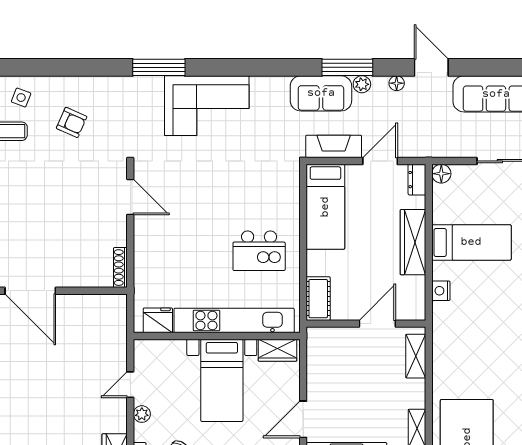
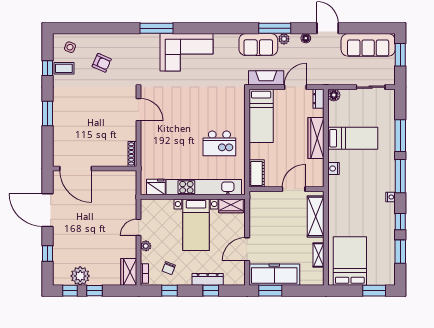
shelving: (416, 356) -> (316, 216), width x1.50, depth x1.33

